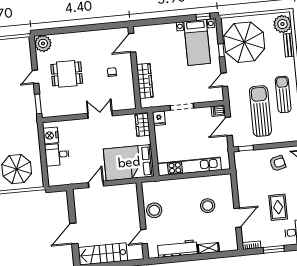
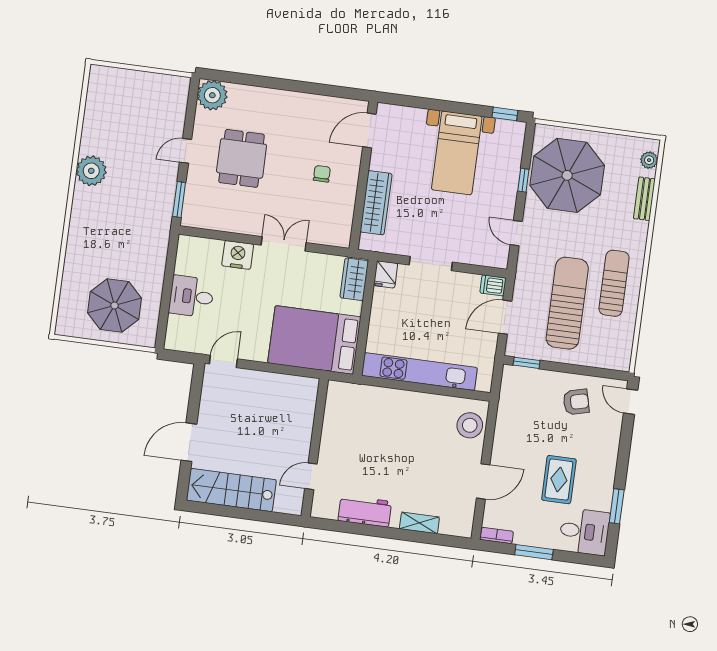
plant: (283, 24) -> (649, 160), width x0.53, depth x0.53
bed with nightstands: (197, 42) -> (457, 153), moved
dining table: (67, 74) -> (242, 158), turned 90
door: (224, 80) -> (516, 233), hinge flipped
nightstand: (51, 135) -> (238, 255), moved, turned 90
door: (96, 184) -> (223, 361), moved
stool: (208, 206) -> (470, 425), moved
stool: (154, 210) -> (340, 434), removed
workbench: (177, 249) -> (365, 511), width x0.73

